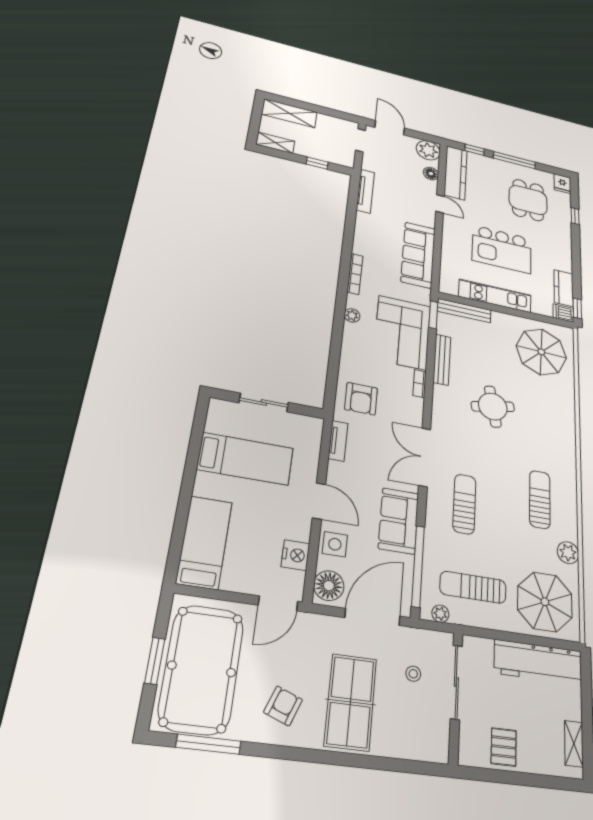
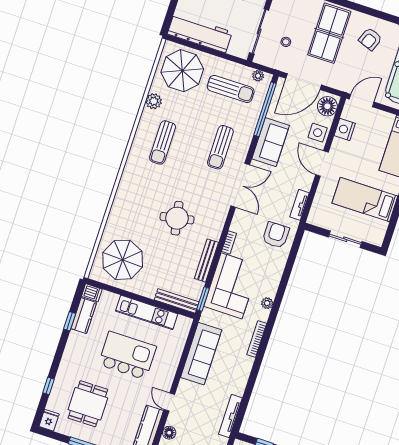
window: (577, 308) -> (70, 321), moved

